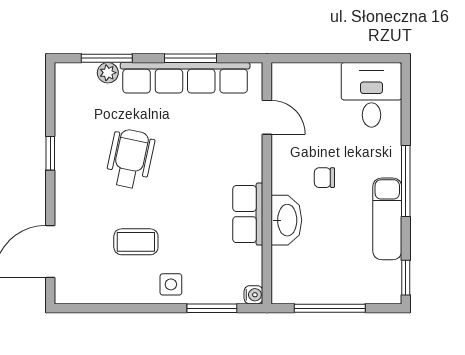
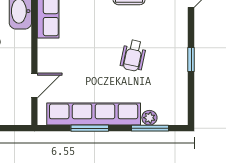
door: (267, 117) -> (34, 86), swing flipped
wheelchair: (130, 159) -> (133, 56), width x0.73, depth x0.73

